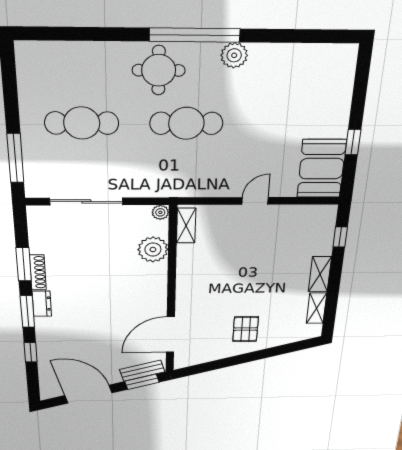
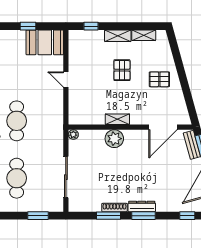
window: (15, 158) -> (38, 216), width x0.69
shelving: (186, 226) -> (117, 119), moved
plant: (153, 249) -> (114, 139), moved
pallet: (264, 280) -> (122, 70), added
dresser: (42, 304) -> (142, 206), width x1.44
door: (170, 335) -> (163, 127), hinge flipped
window: (31, 352) -> (187, 216), moved

